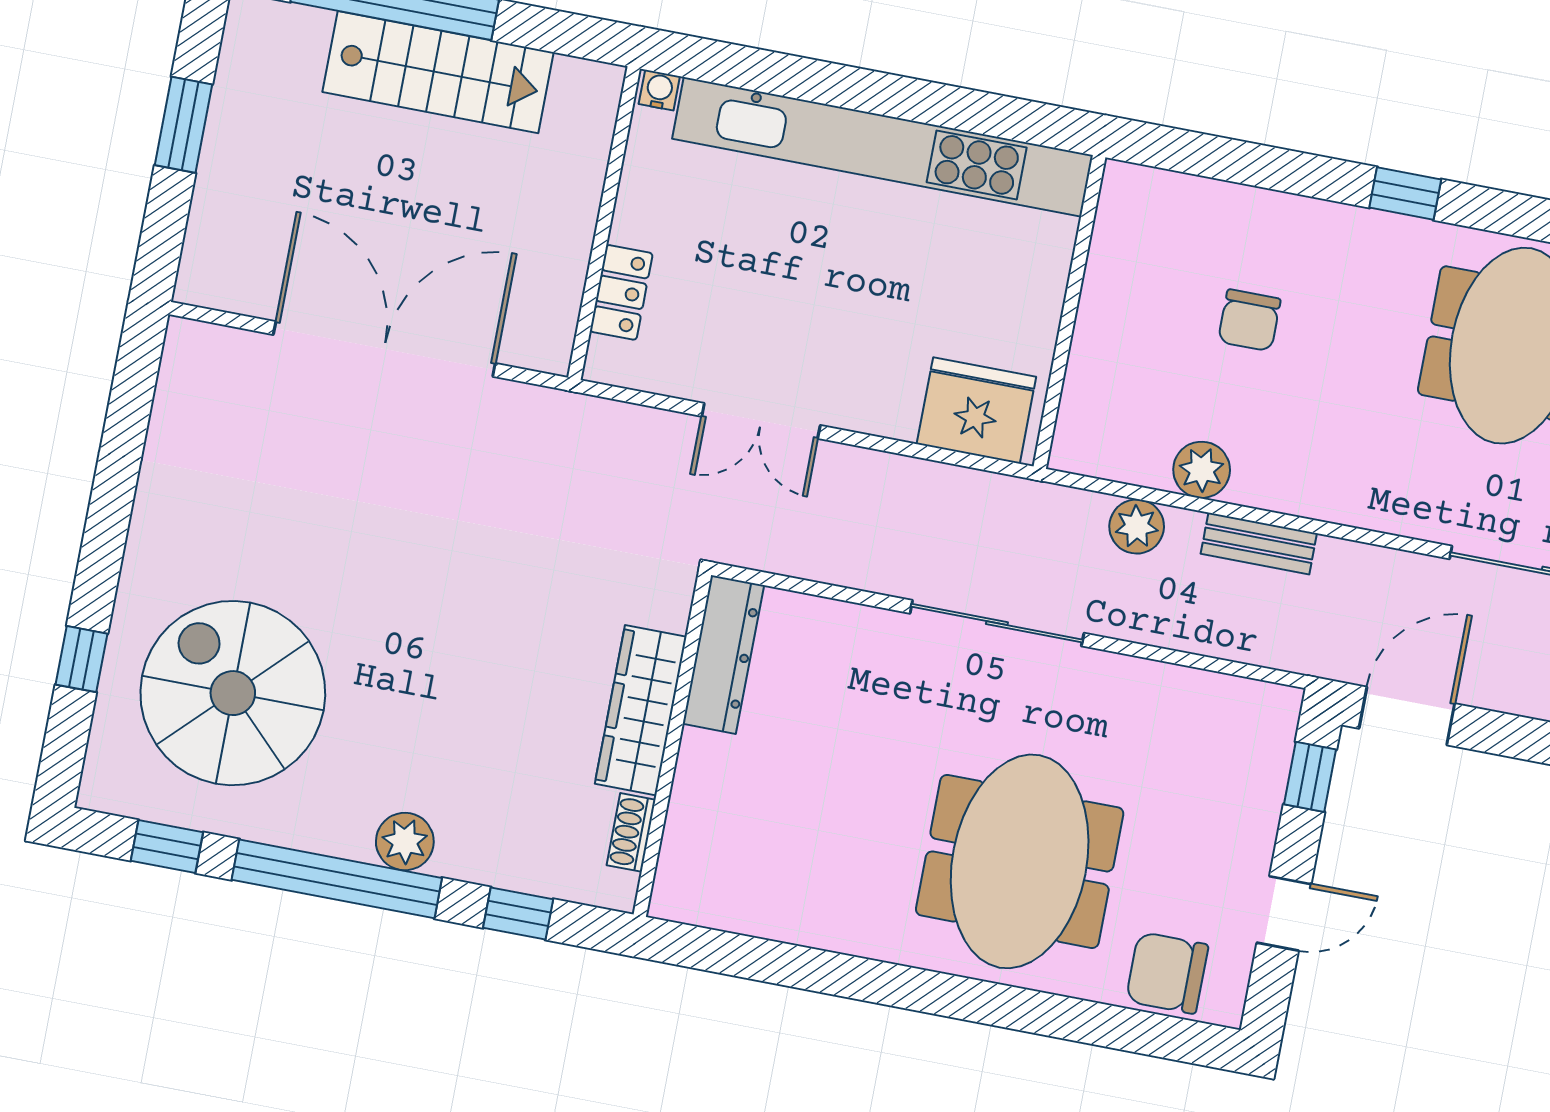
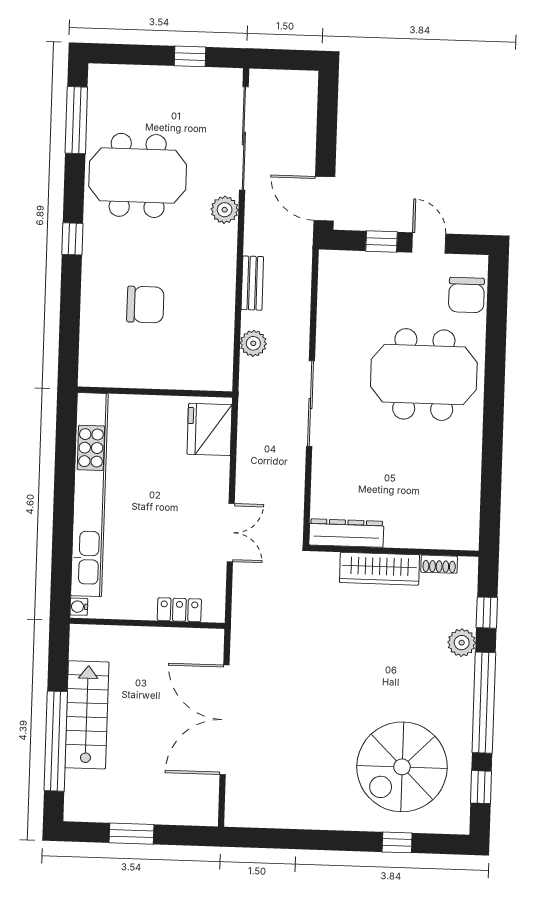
chair: (1249, 320) -> (145, 305), width x1.37, depth x1.37
plant: (1202, 470) -> (225, 210), moved
window: (1310, 777) -> (381, 241), moved
plant: (405, 842) -> (462, 643), moved

